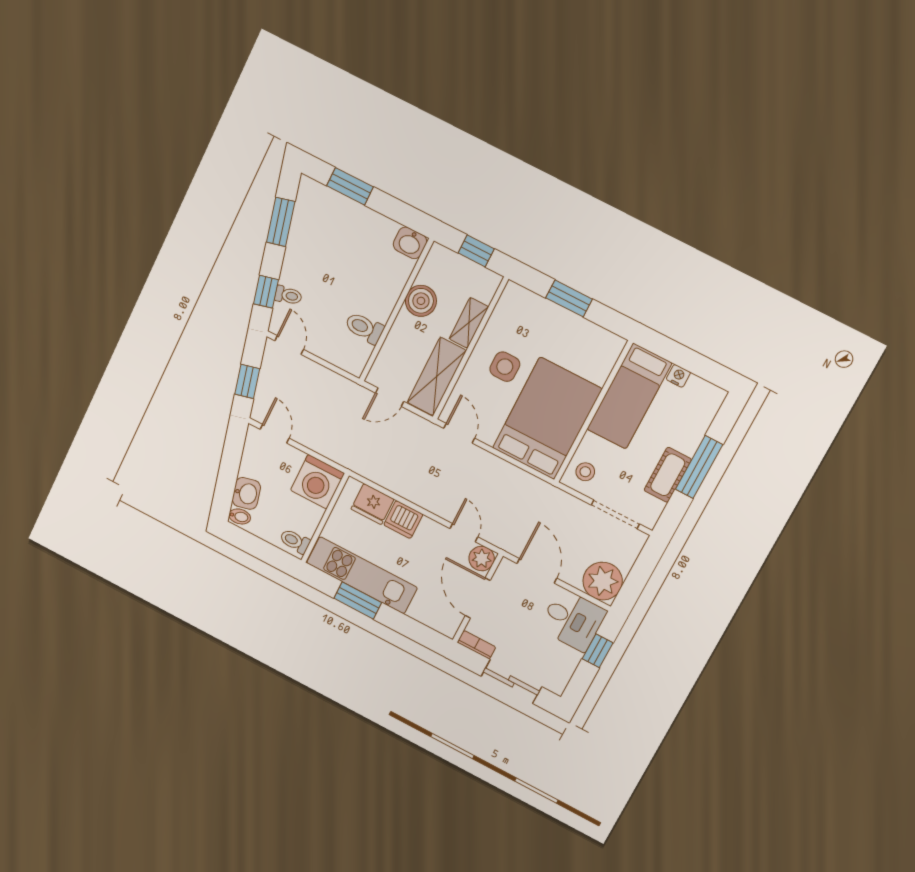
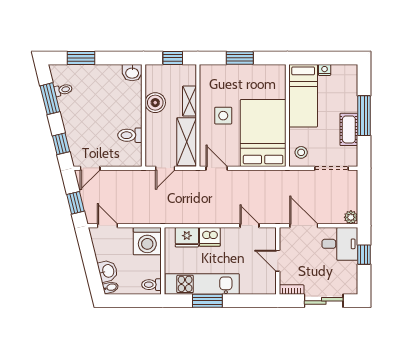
toilet: (288, 295) -> (63, 90), moved
door: (289, 345) -> (90, 168), swing flipped
plant: (482, 559) -> (268, 236), removed
plant: (603, 581) -> (351, 217), width x0.53, depth x0.53
door: (478, 598) -> (278, 261), width x0.73

